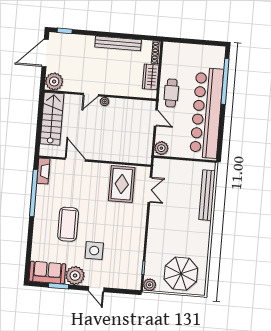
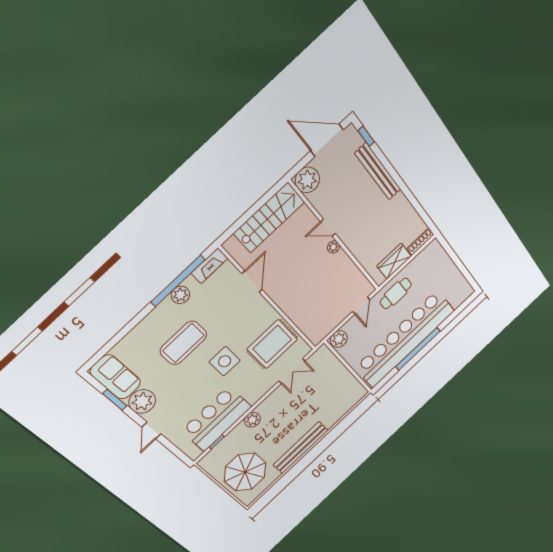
bench: (118, 43) -> (378, 171), moved
window: (225, 81) -> (418, 349), moved
bench: (207, 195) -> (301, 448), moved
plant: (42, 199) -> (180, 295), added
side table: (94, 251) -> (225, 361), moved
bar counter: (130, 254) -> (216, 419), added
plant: (150, 285) -> (252, 420), moved

